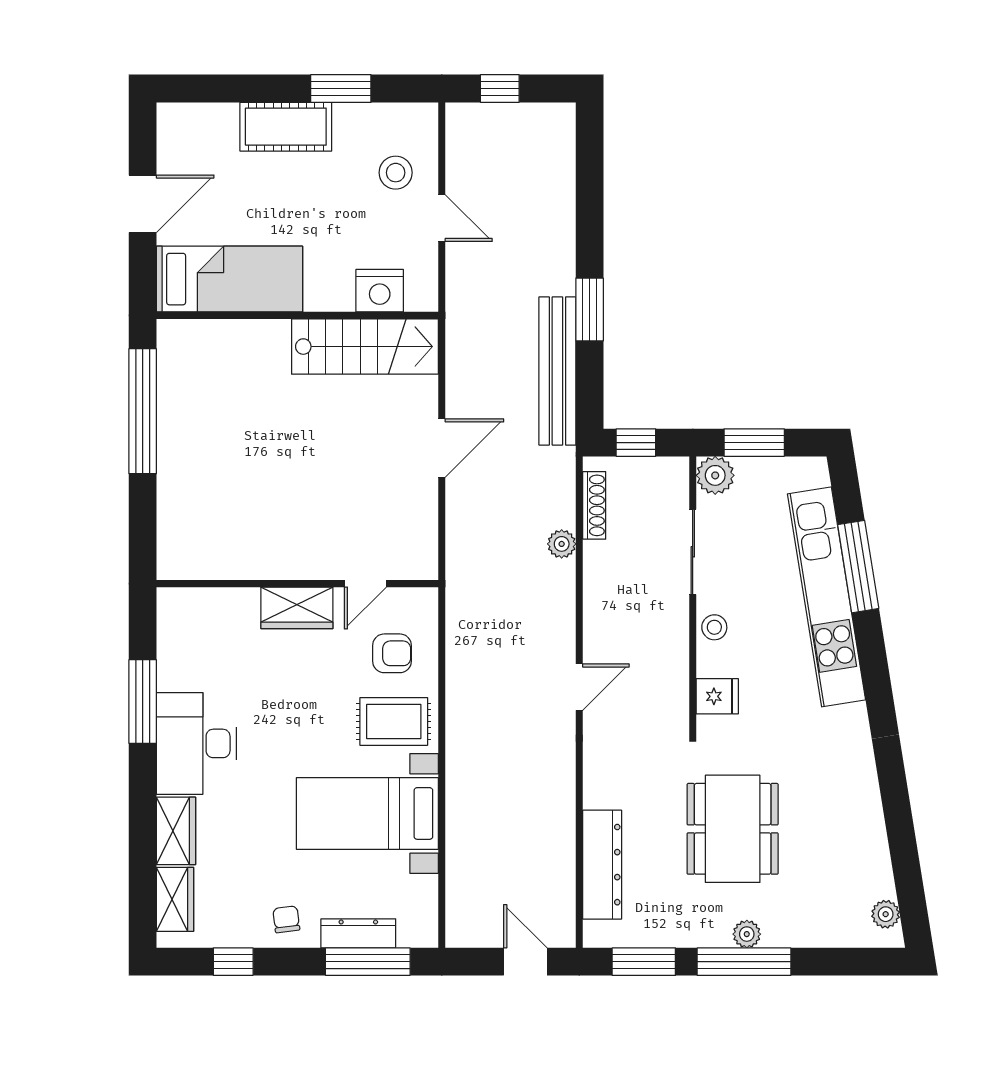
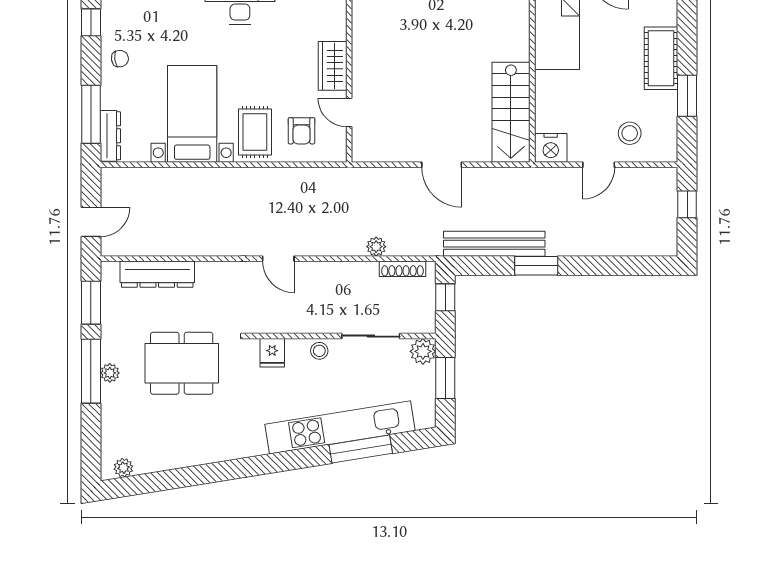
nightstand: (380, 291) -> (551, 148), moved, turned -90
dresser: (358, 933) -> (110, 136), moved

